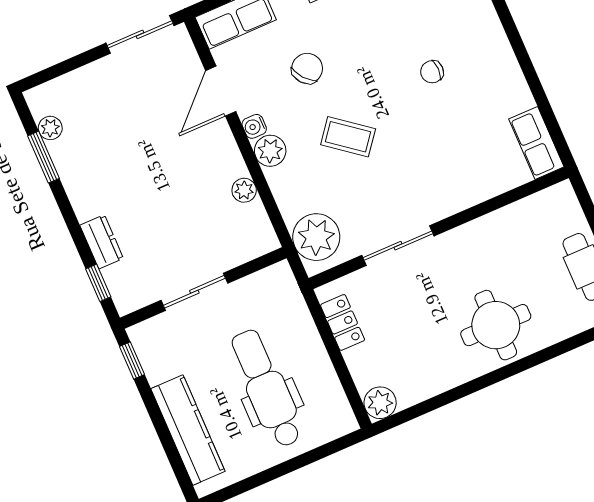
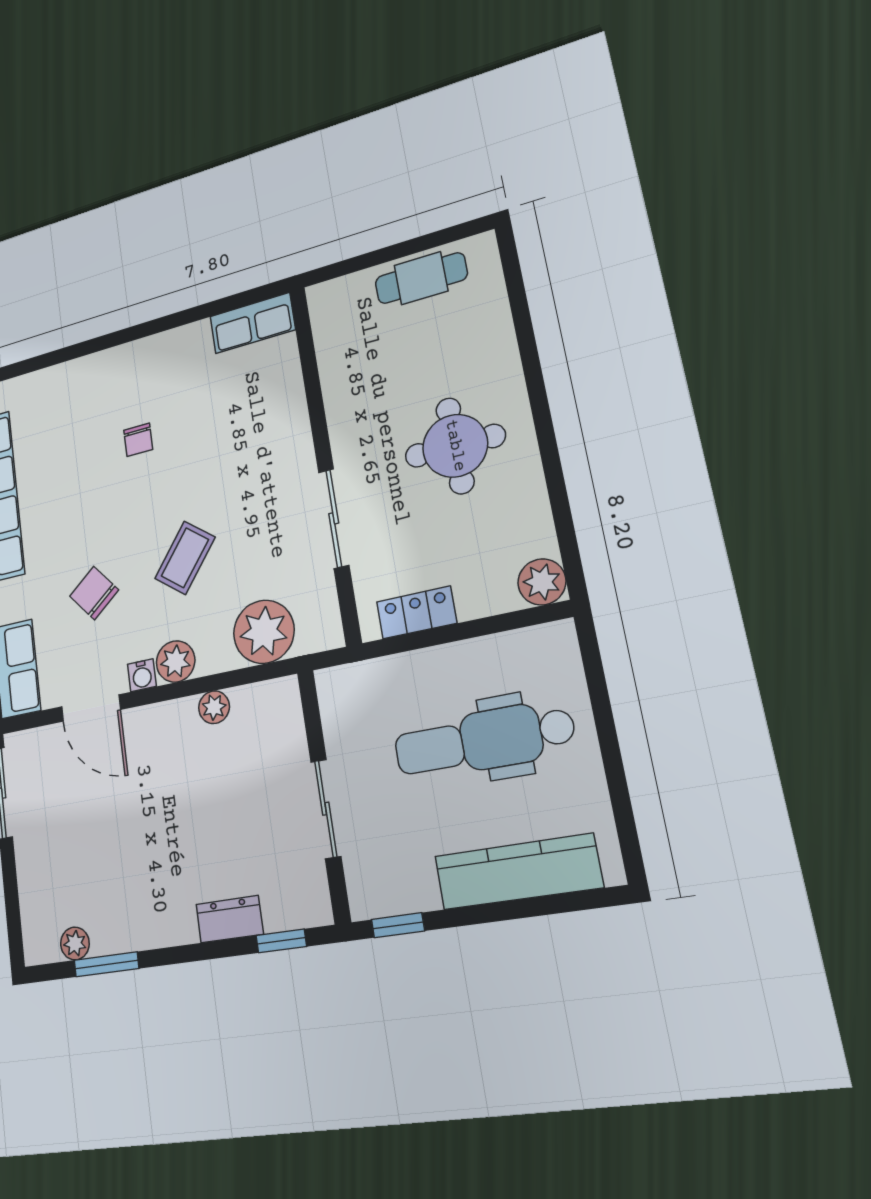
plant: (316, 237) -> (264, 632), moved
round table: (496, 325) -> (455, 446), moved

